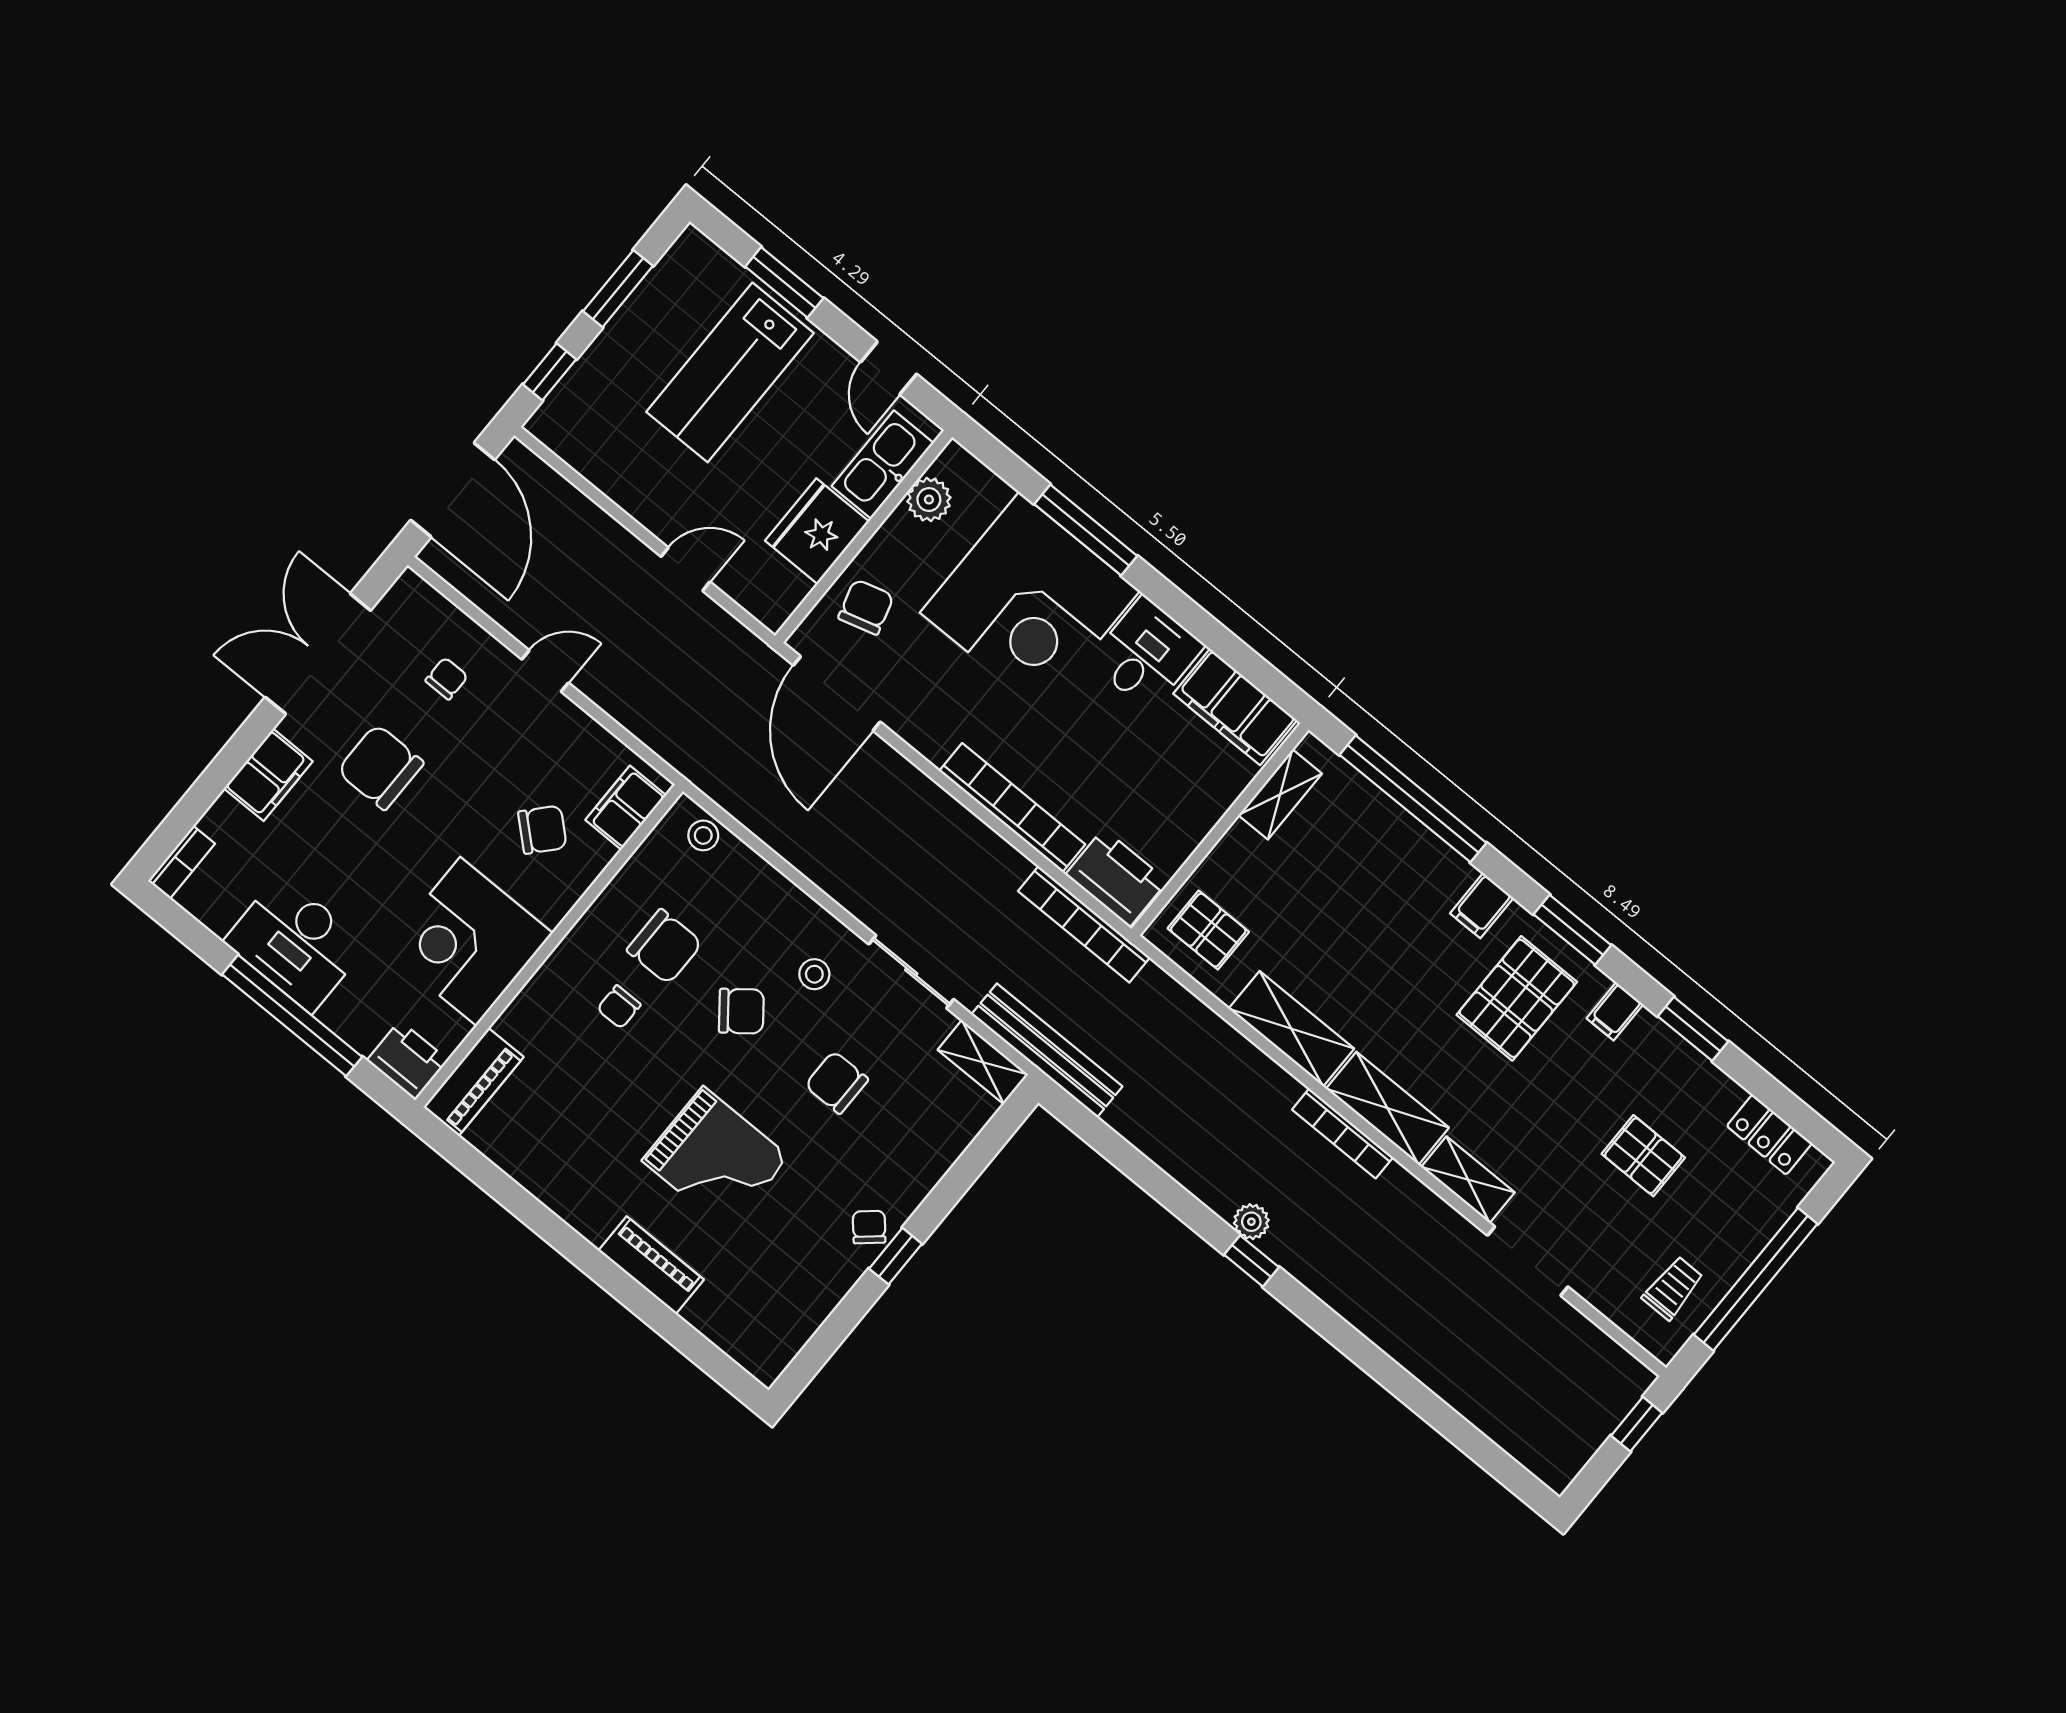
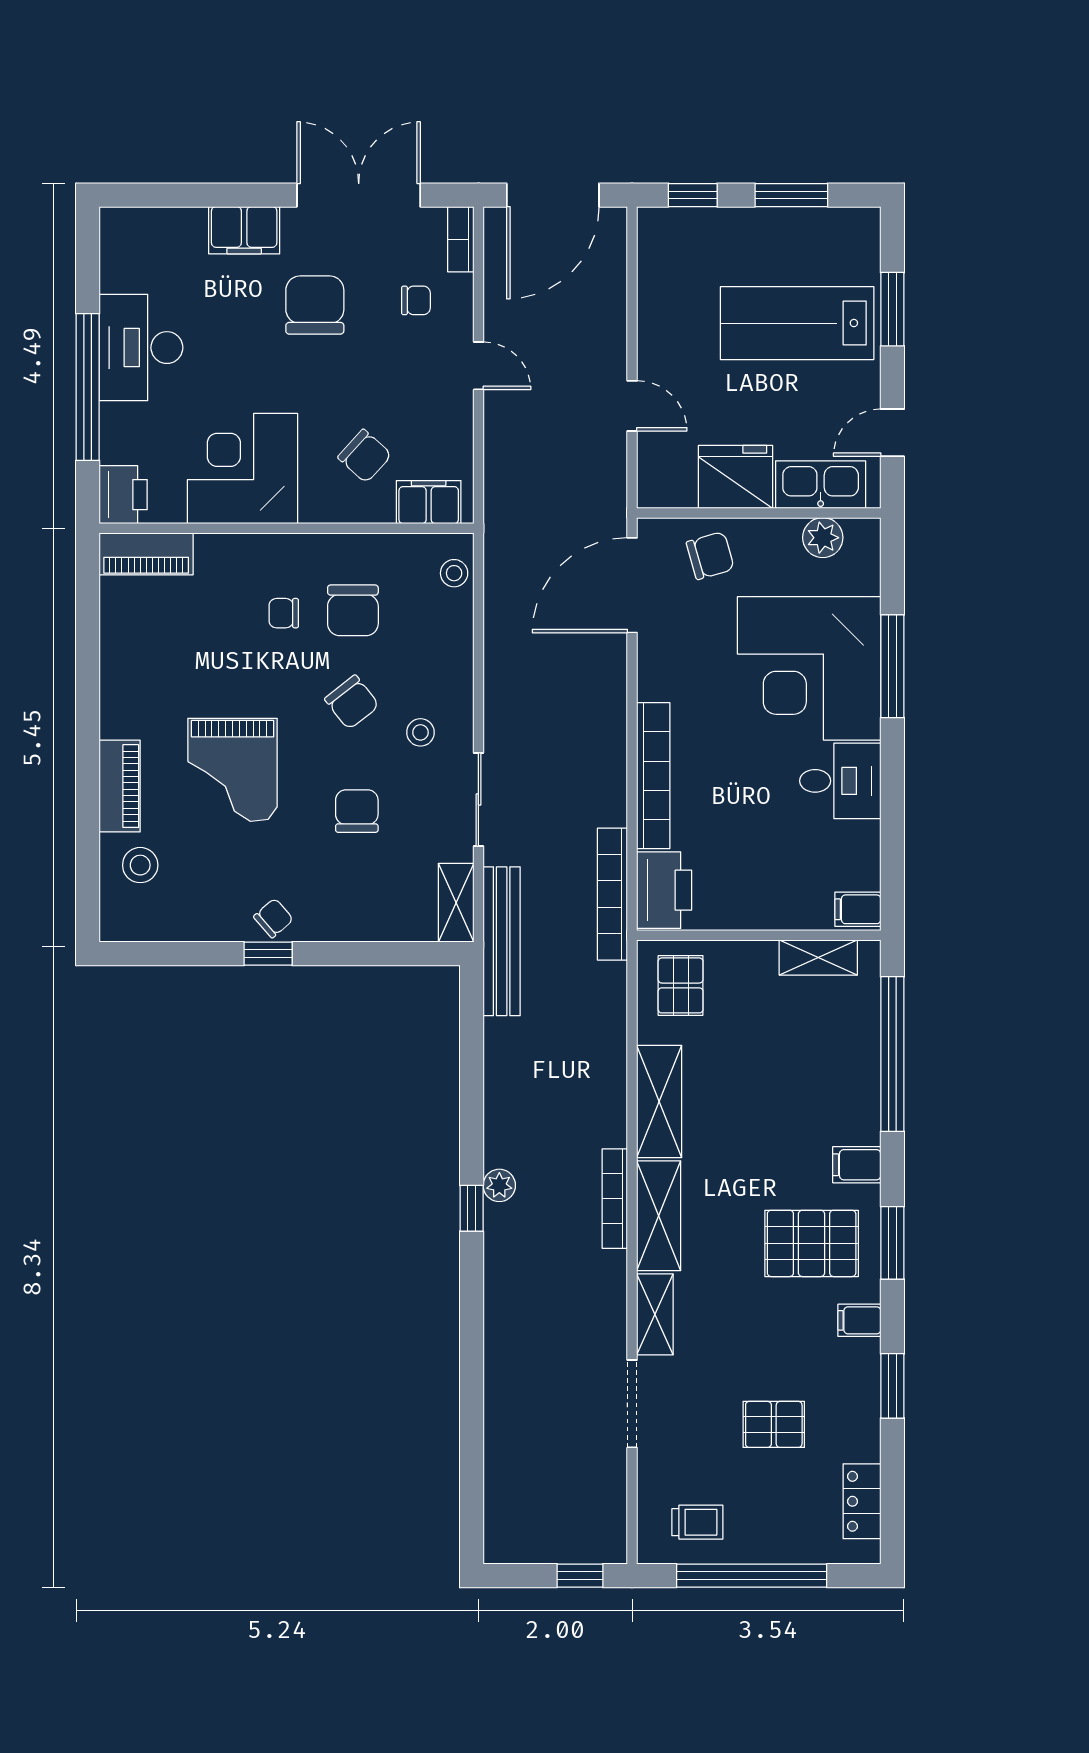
filing cabinet: (1235, 707) -> (858, 909), width x0.33, depth x0.86
bookcase: (181, 862) -> (461, 239), moved, turned 90
pallet: (1643, 1156) -> (774, 1424), turned 90
stool: (732, 1303) -> (140, 865), added

